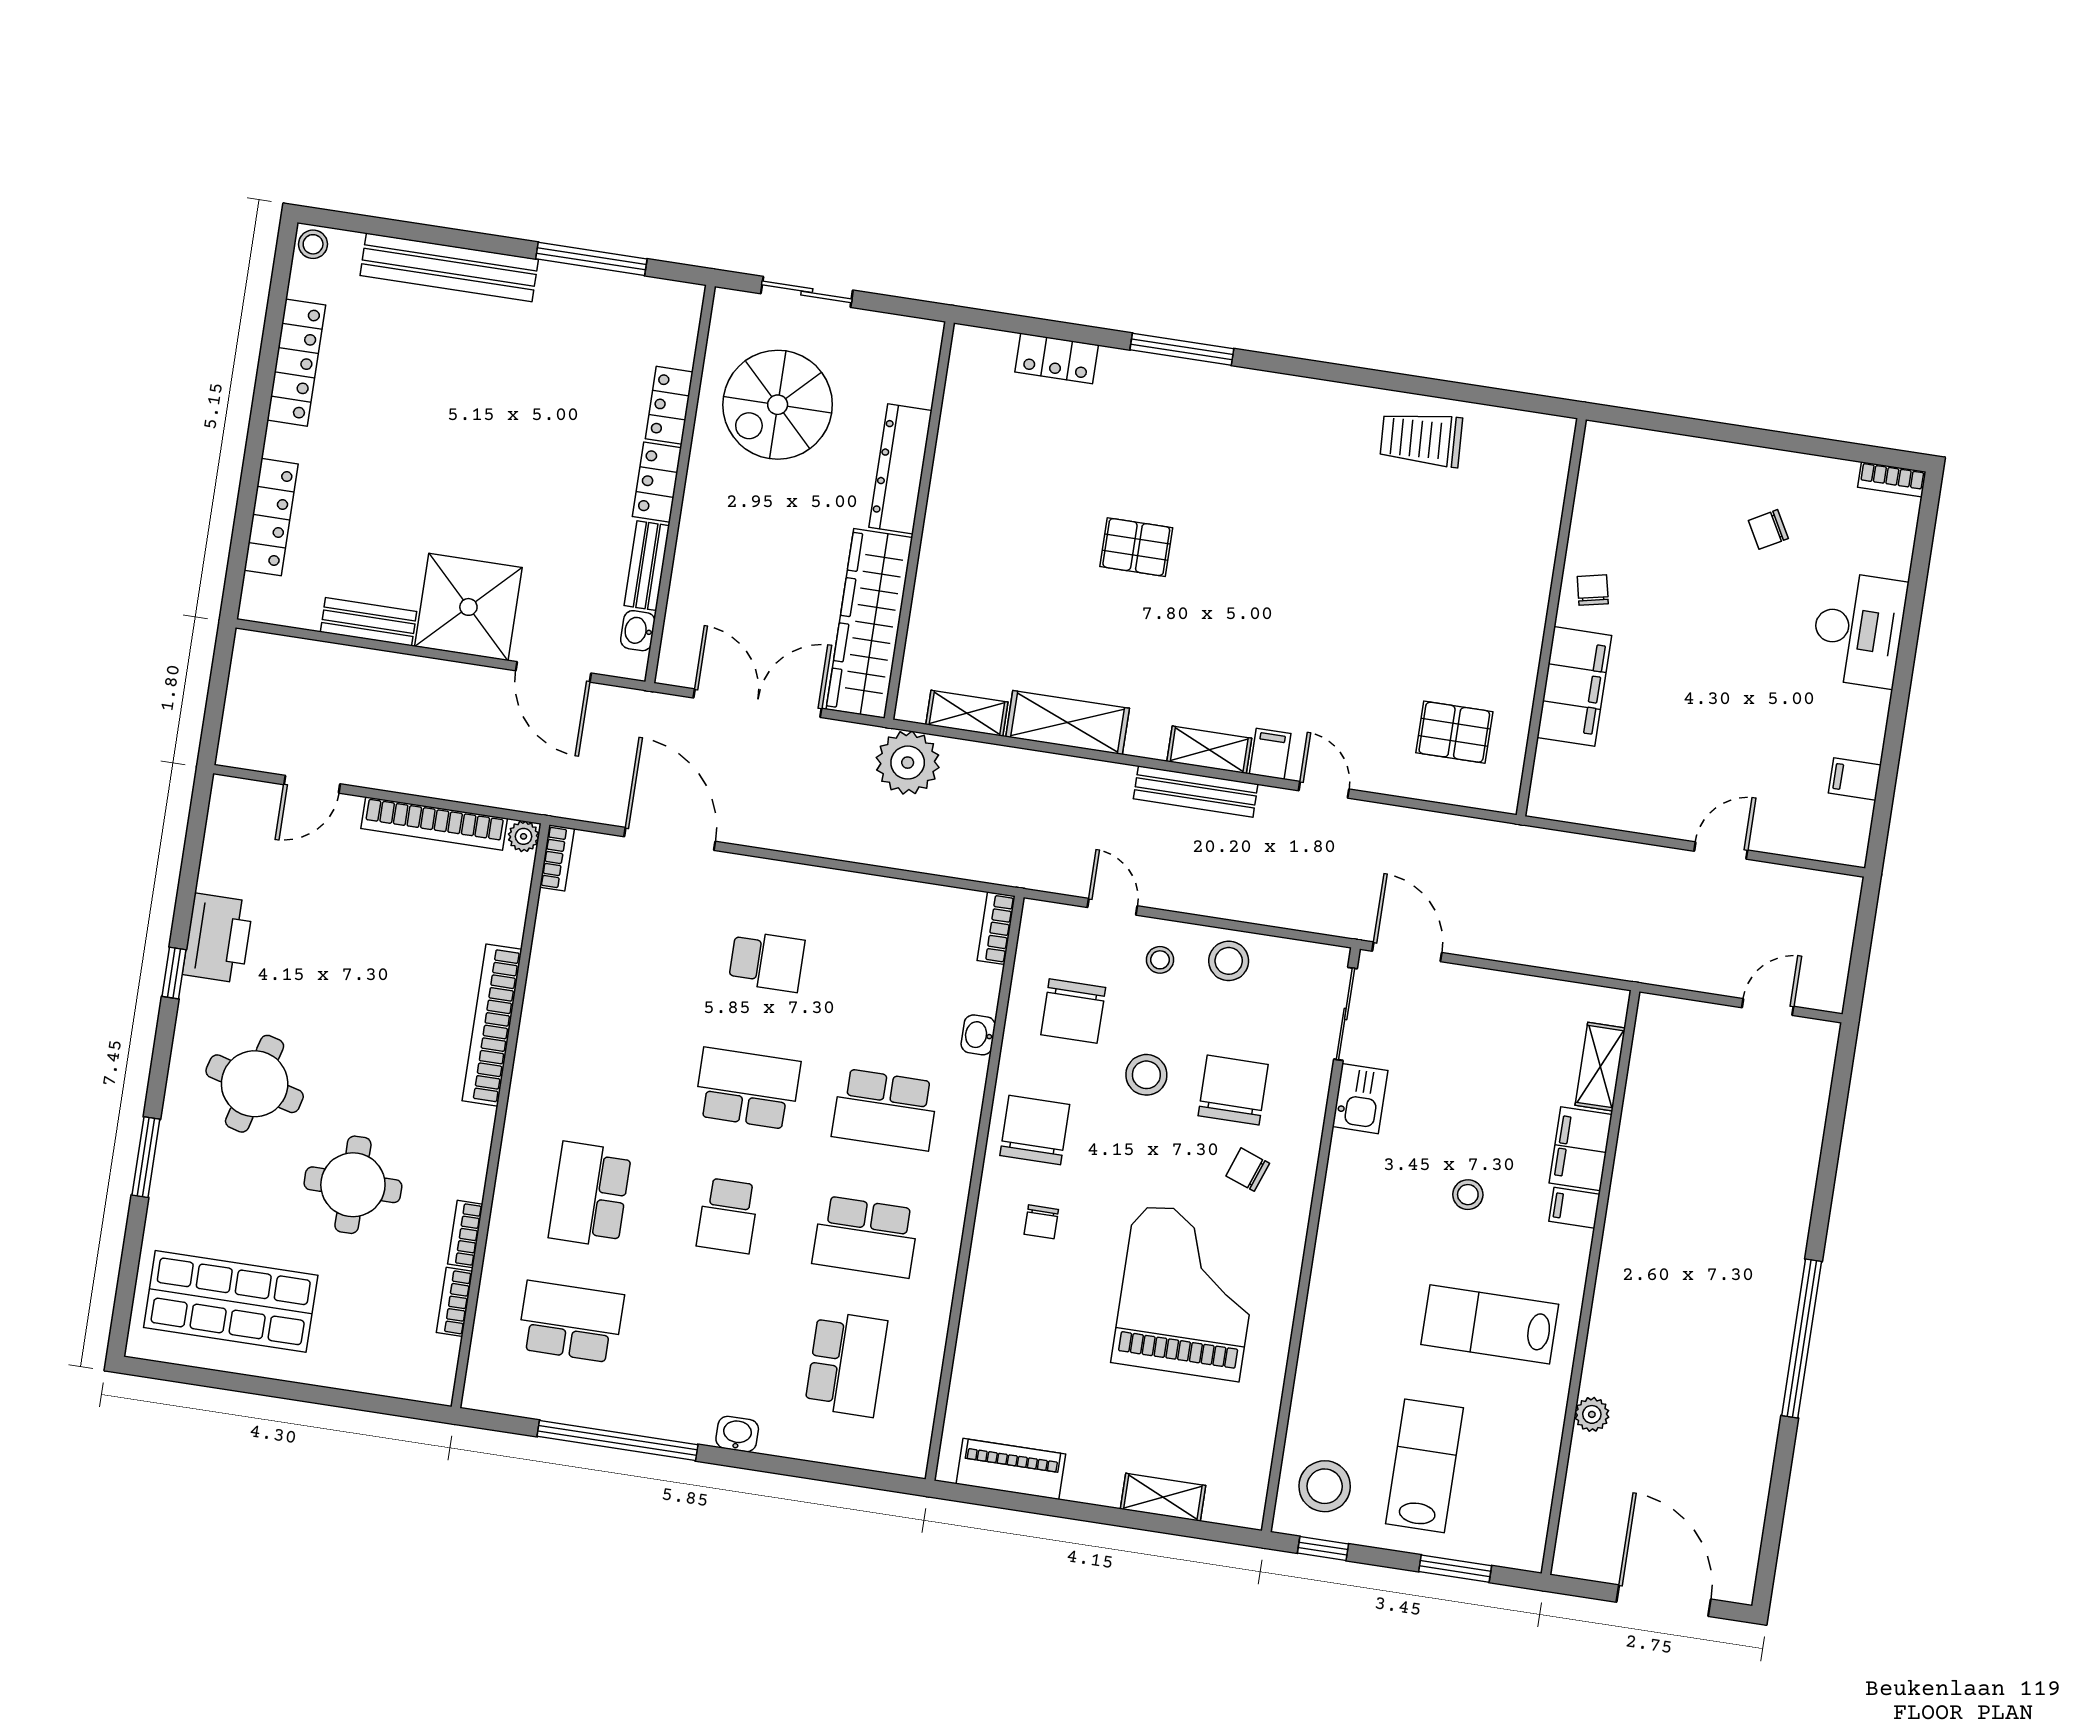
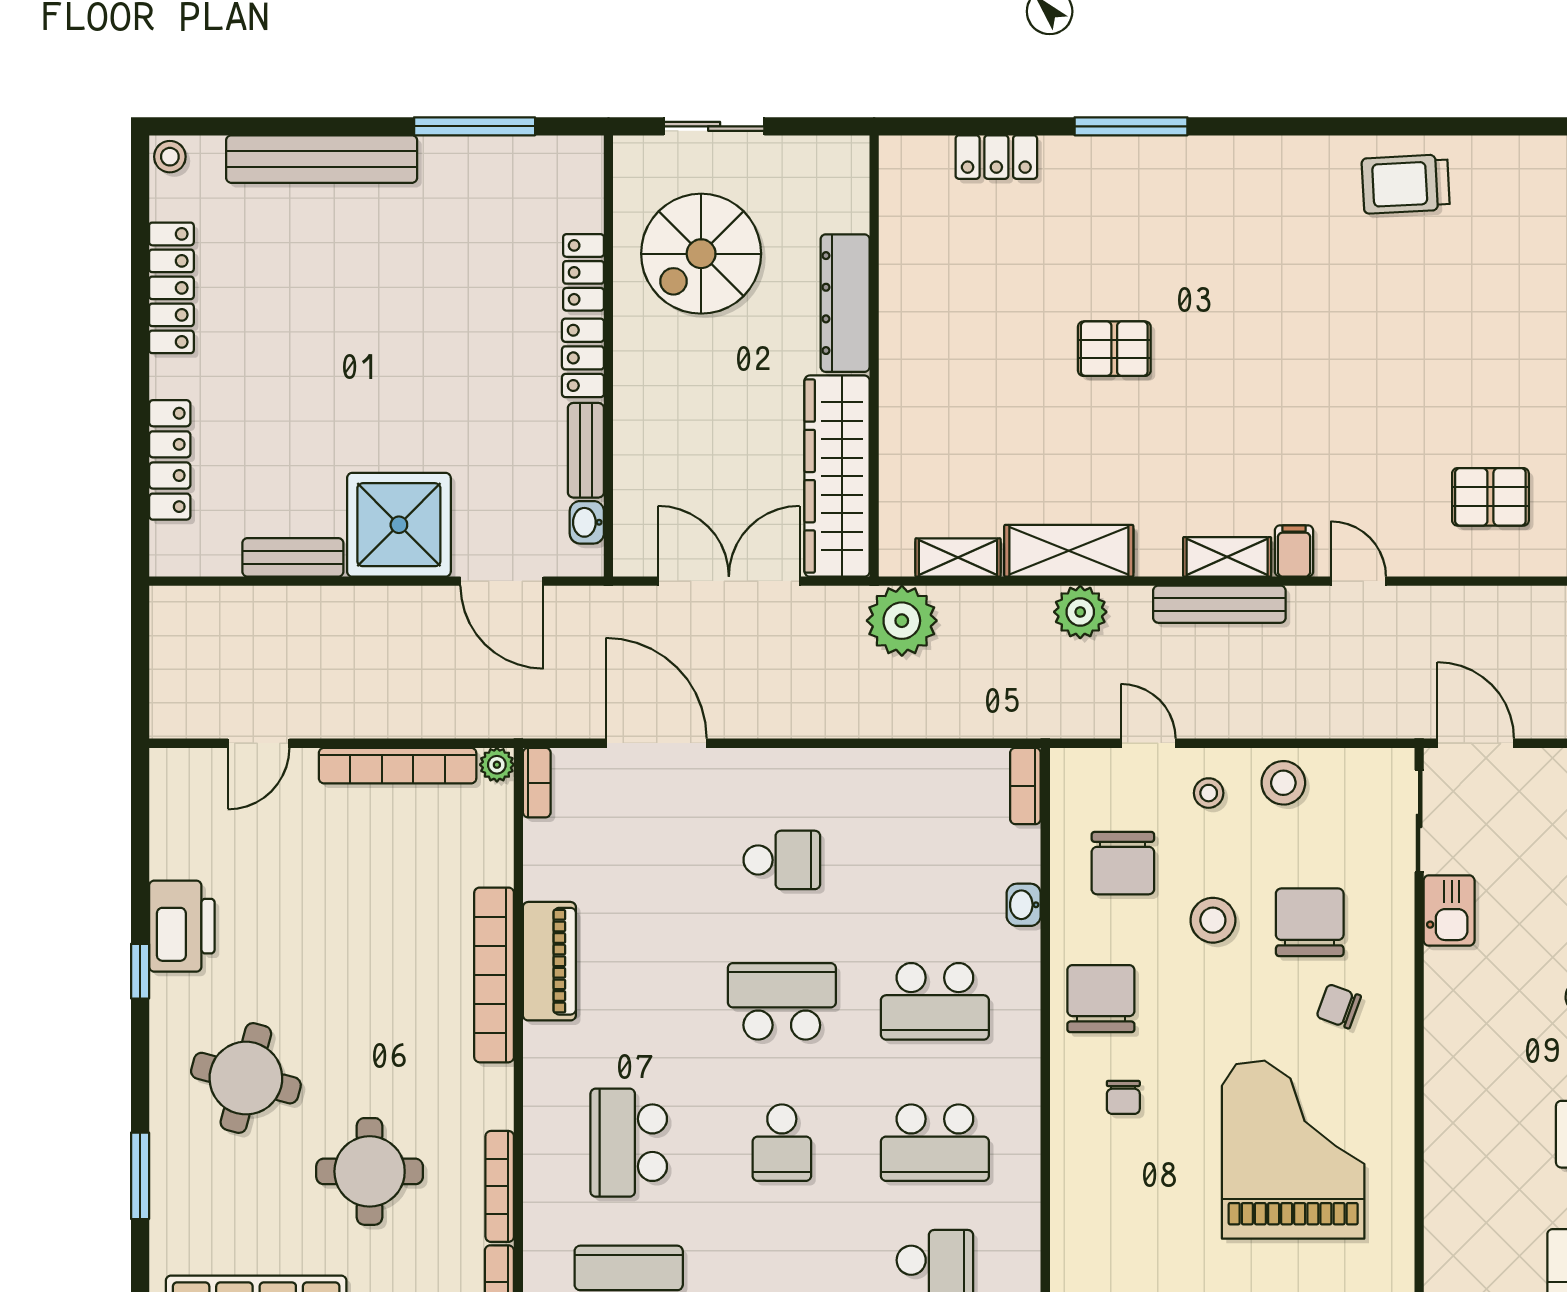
plant: (1069, 779) -> (1080, 612), added
piano: (544, 1020) -> (549, 961), added
bookcase: (465, 1234) -> (500, 1186), width x1.56

